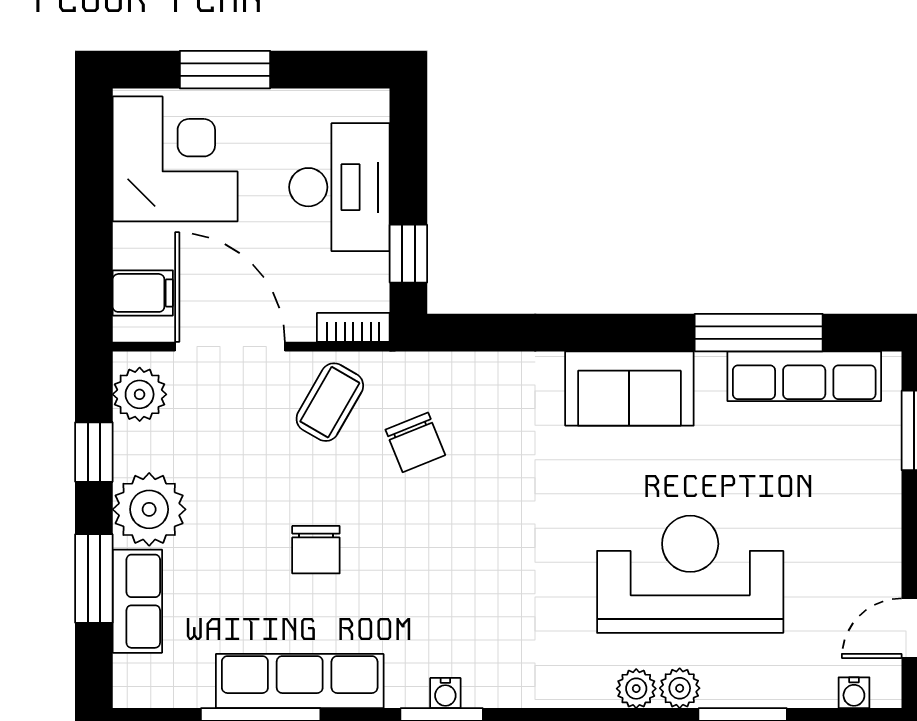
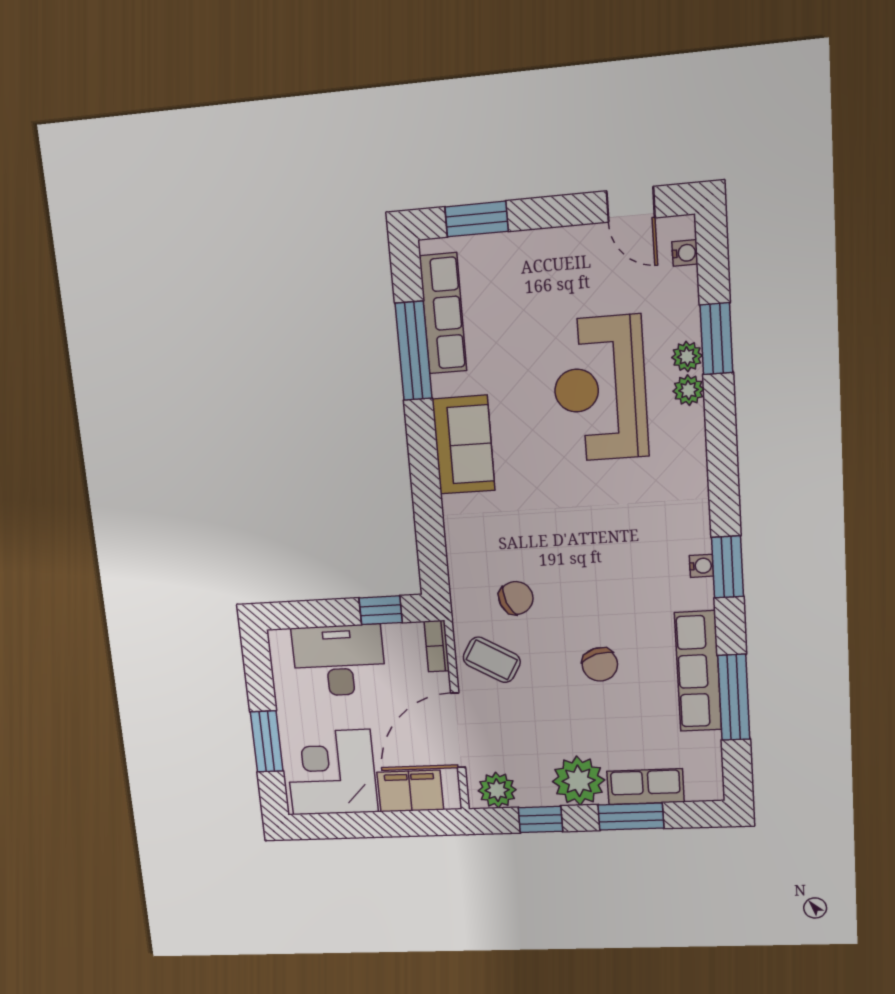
filing cabinet: (143, 293) -> (410, 791), width x2.00
chair: (316, 550) -> (600, 664), turned 74
plant: (636, 689) -> (687, 357), moved

